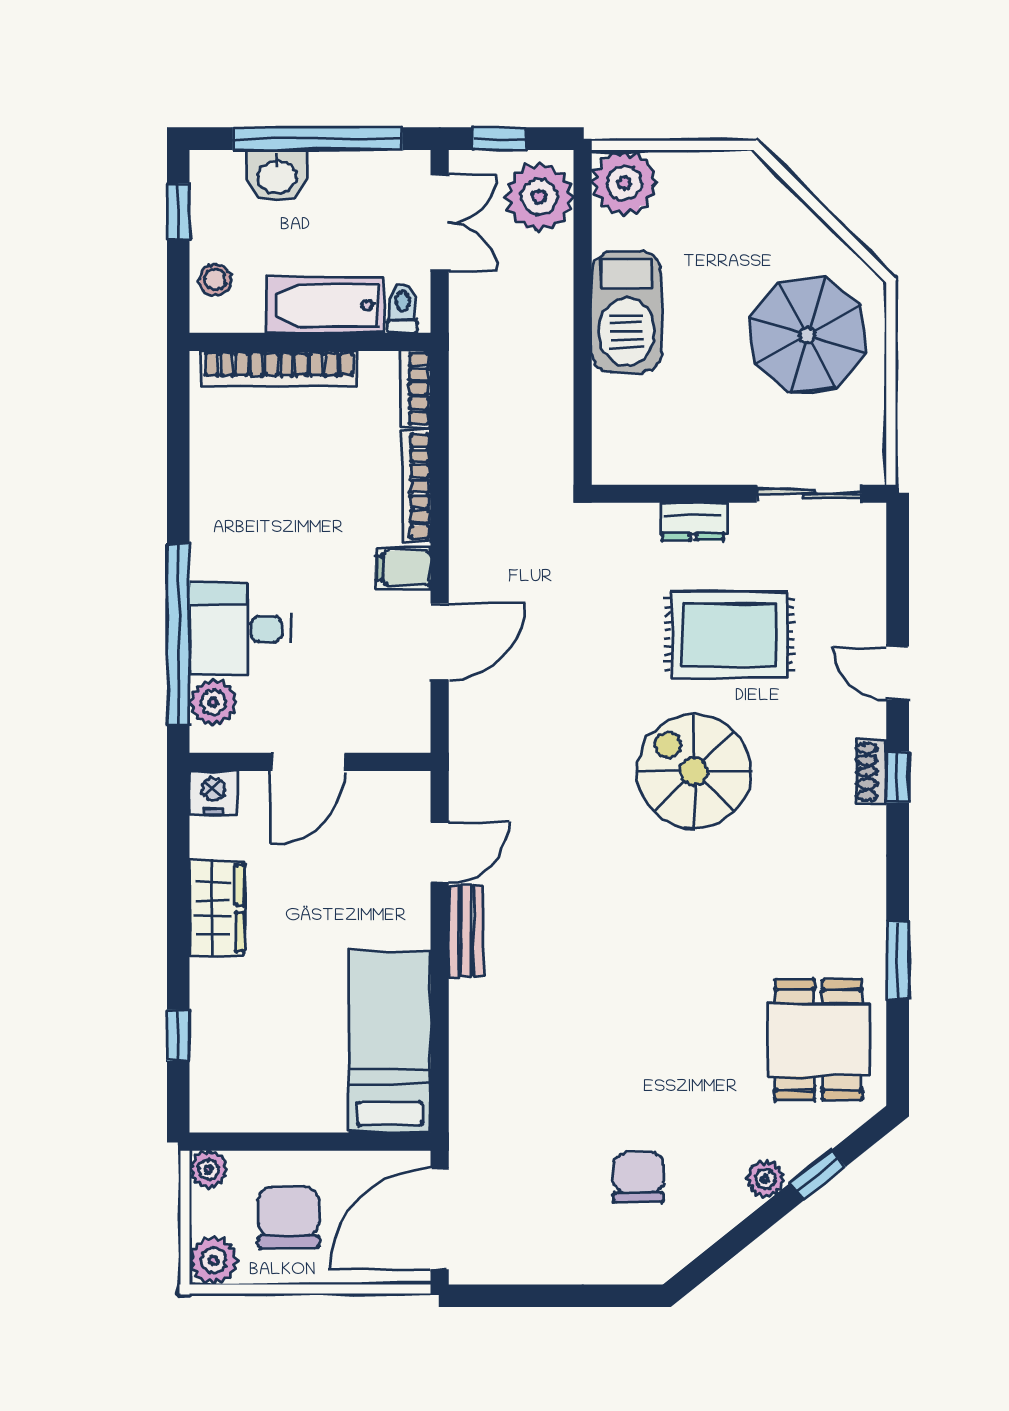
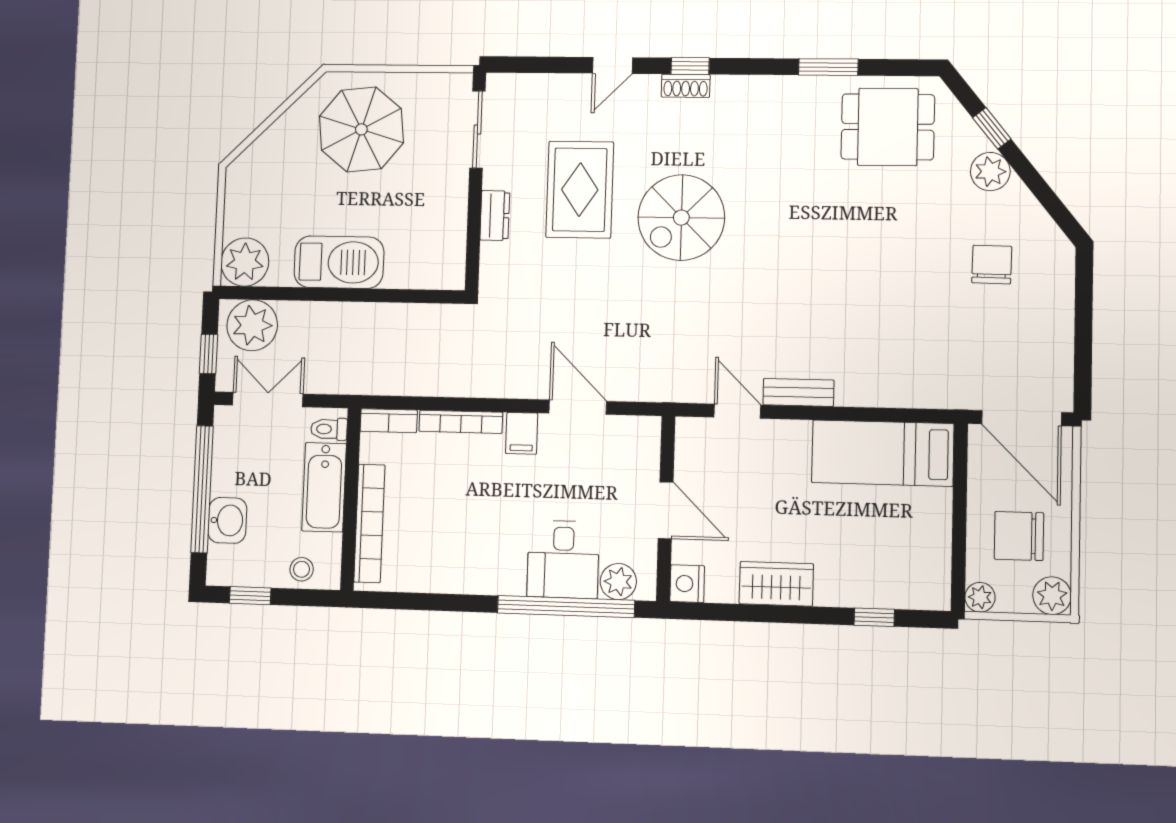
chair: (639, 1178) -> (992, 265), turned 91
plant: (765, 1179) -> (990, 172), width x1.38, depth x1.38

